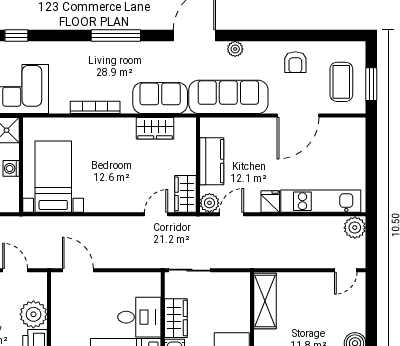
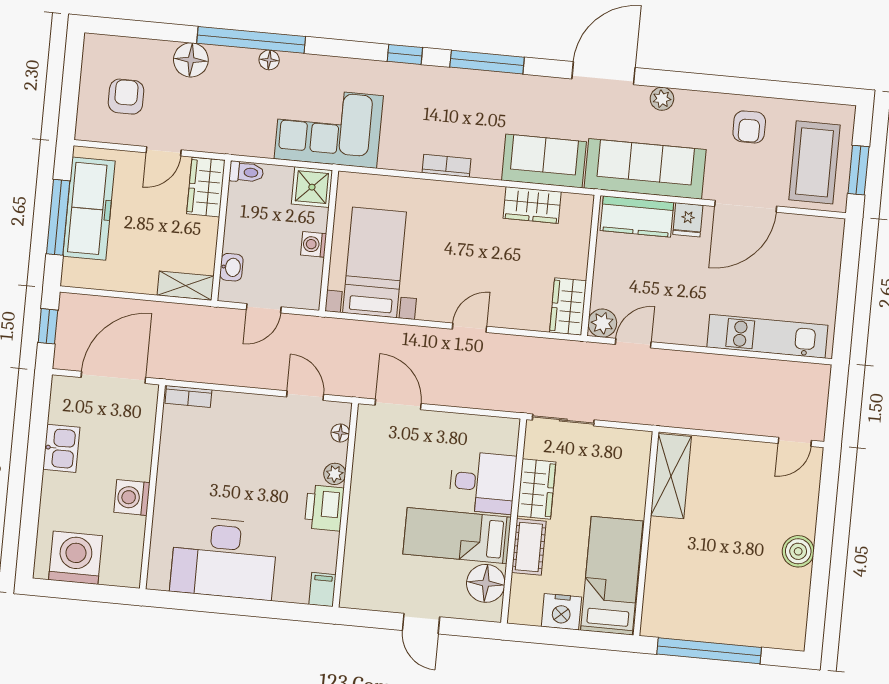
window: (16, 35) -> (405, 54), moved
coffee table: (341, 82) -> (814, 162), width x1.36, depth x1.32
bookcase: (95, 107) -> (446, 166), width x0.64
kitchen counter: (212, 161) -> (637, 216), moved, turned 90
fridge: (270, 202) -> (688, 220), moved, turned 180
door: (156, 214) -> (470, 328), moved
plant: (355, 228) -> (814, 380), removed
floor lamp: (41, 293) -> (340, 433), added
plant: (33, 314) -> (335, 474), width x0.53, depth x0.53

